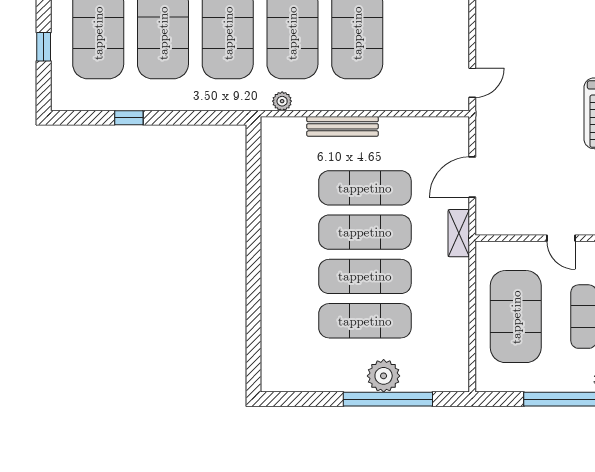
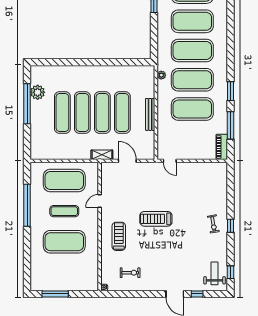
bench: (343, 126) -> (150, 114), moved
plant: (384, 376) -> (38, 92), moved
window: (388, 399) -> (27, 104), moved

